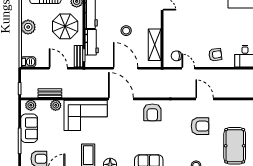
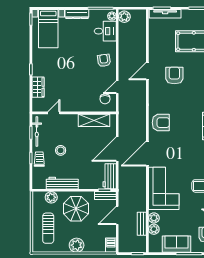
stool: (126, 31) -> (61, 150), moved
workbench: (92, 42) -> (110, 176), moved, turned -90
plant: (31, 105) -> (154, 229), moved

